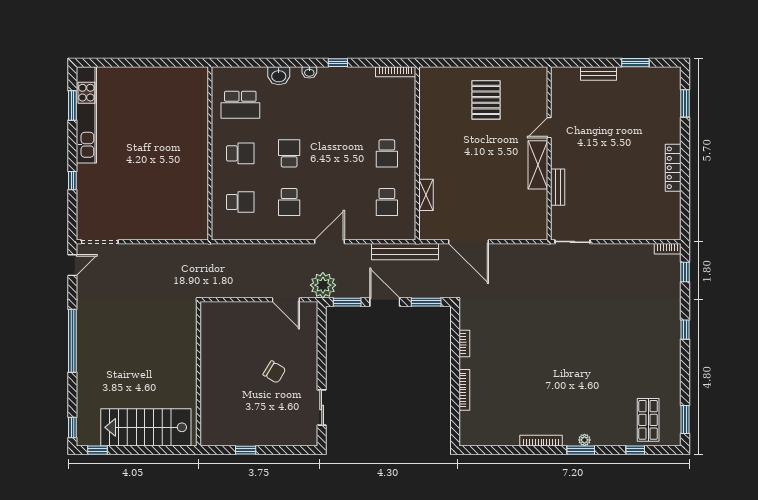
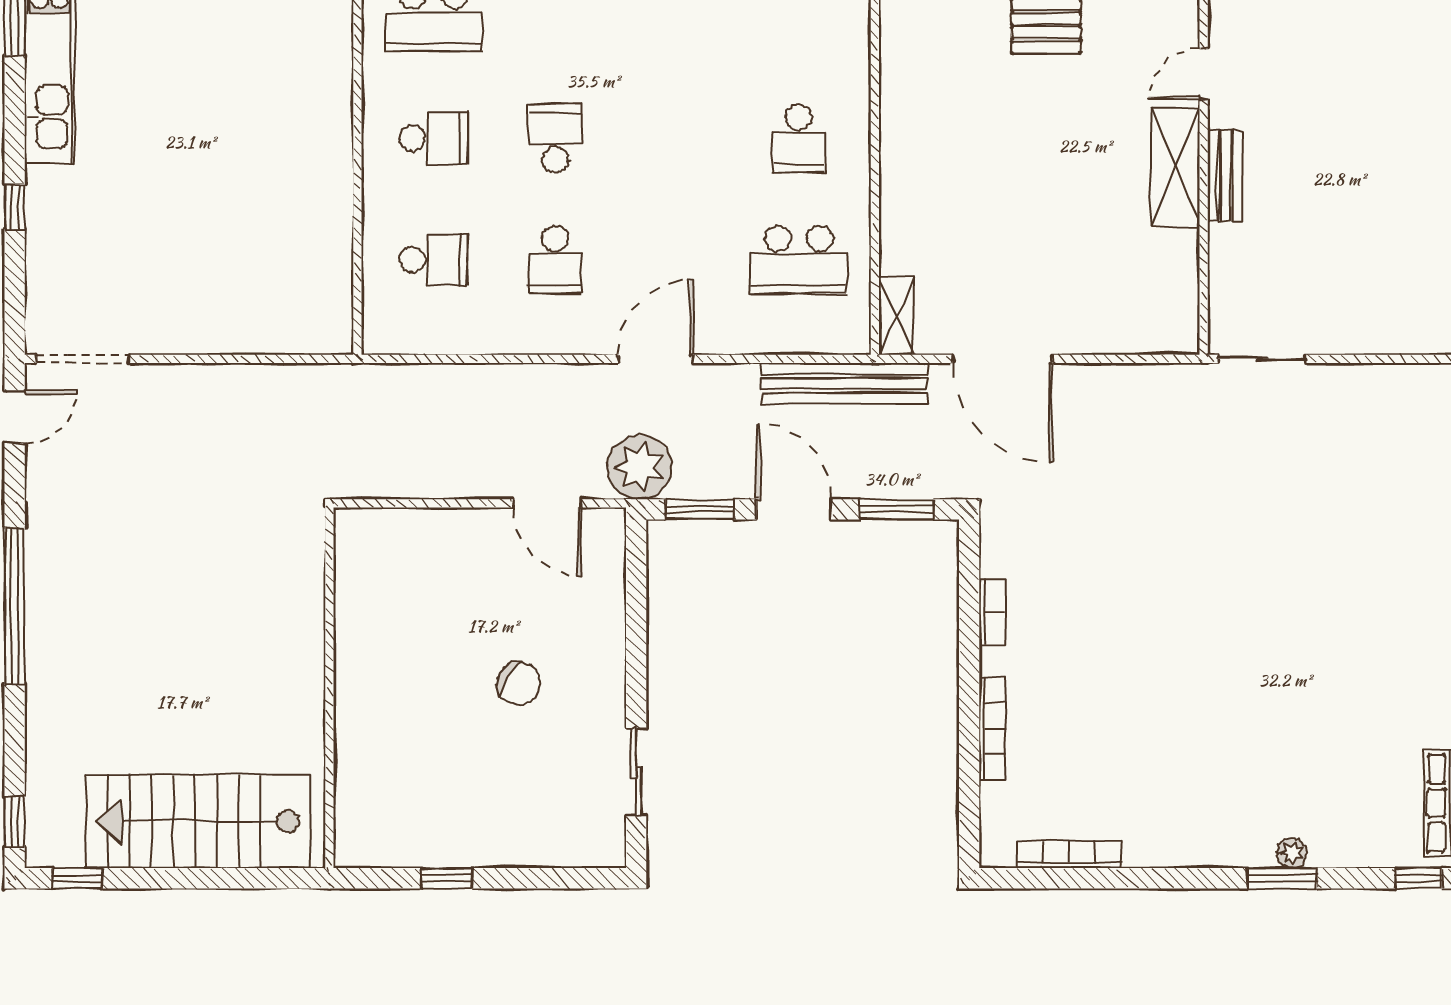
bench: (558, 187) -> (1225, 176), moved
shelving: (426, 195) -> (896, 316), moved
school desk: (387, 202) -> (799, 260), width x1.85
bookcase: (541, 441) -> (1069, 855), moved

